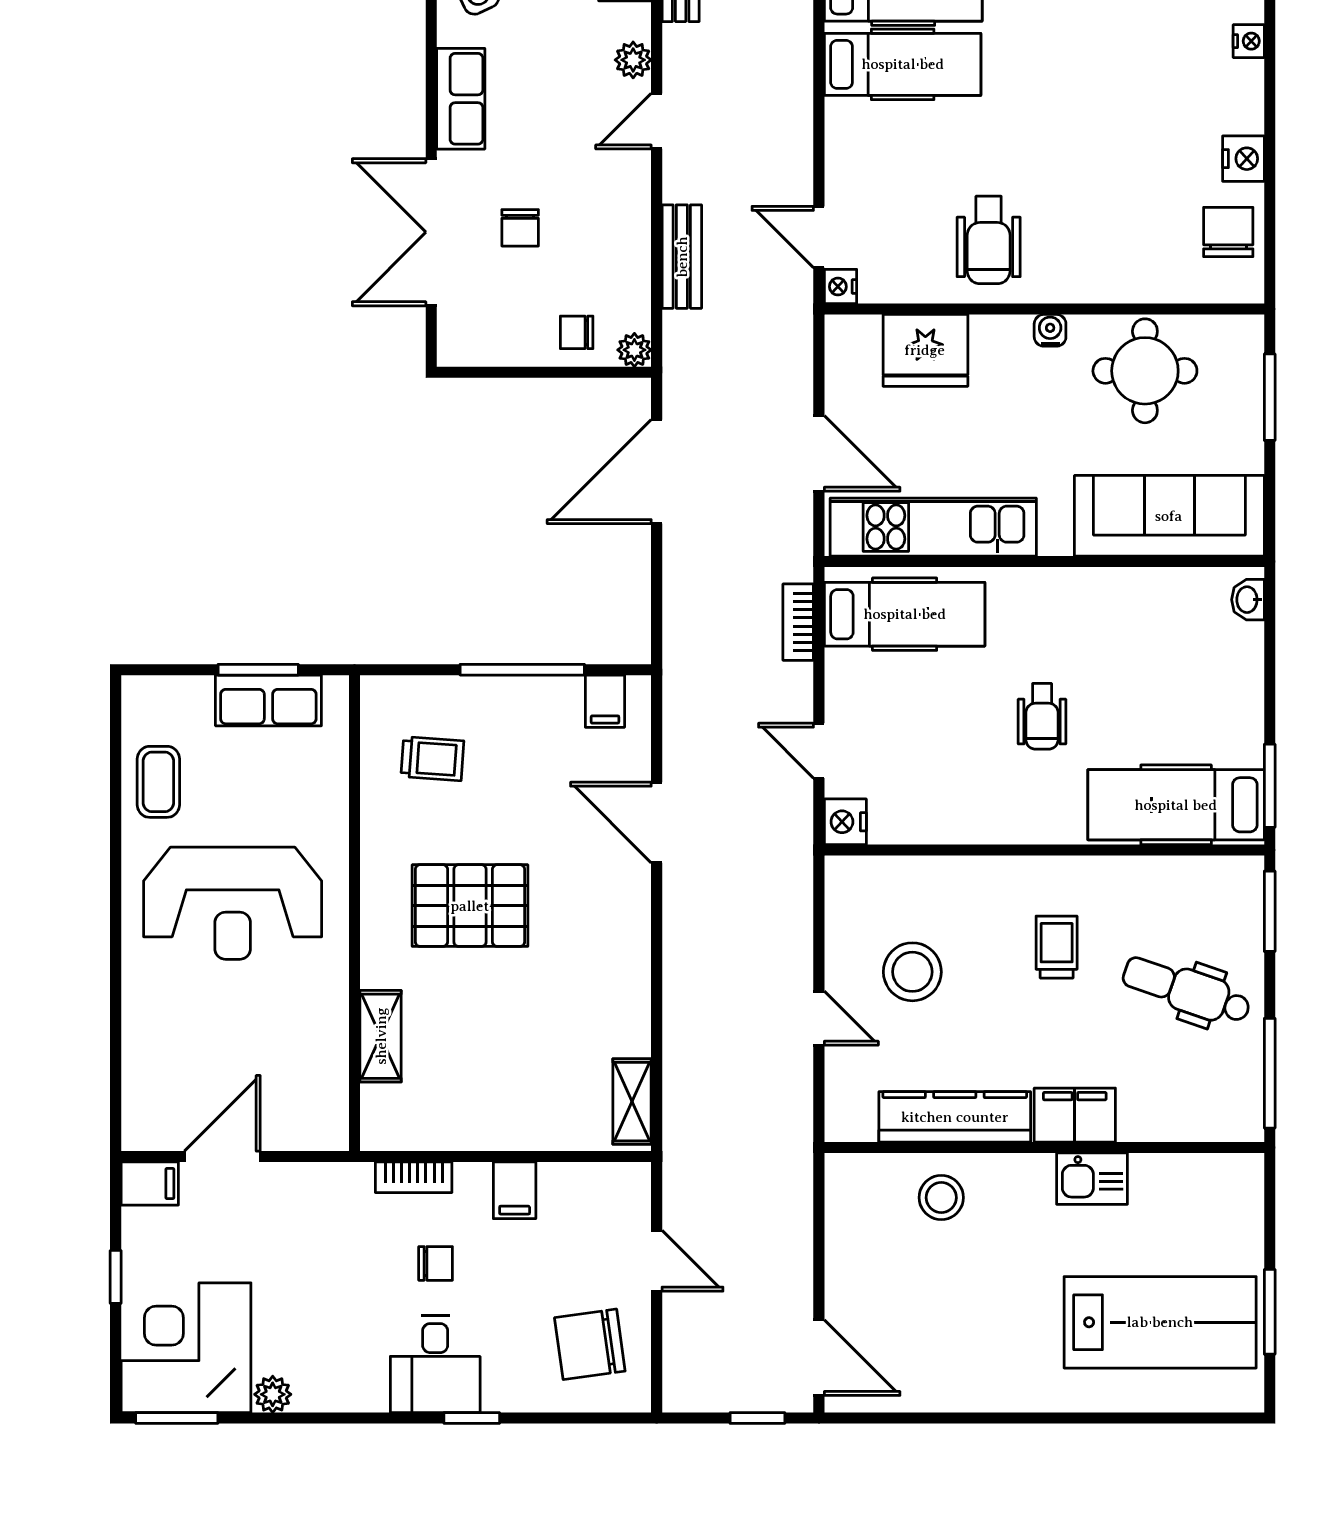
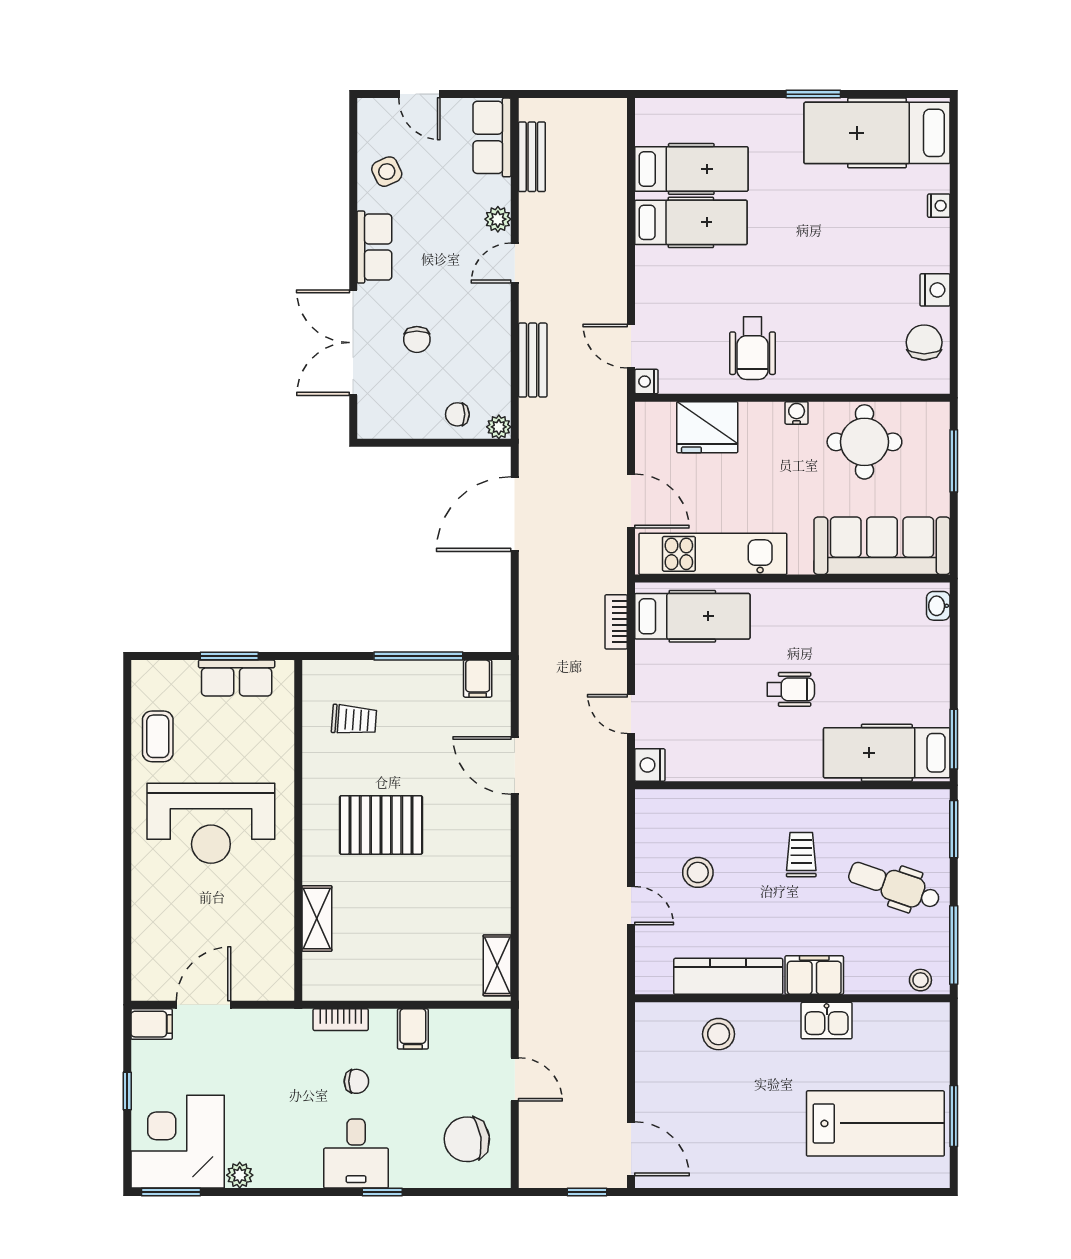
wheelchair: (1042, 716) -> (791, 689), turned -90
stool: (912, 972) -> (698, 872), width x0.73, depth x0.73
stool: (1223, 1122) -> (920, 980), added

